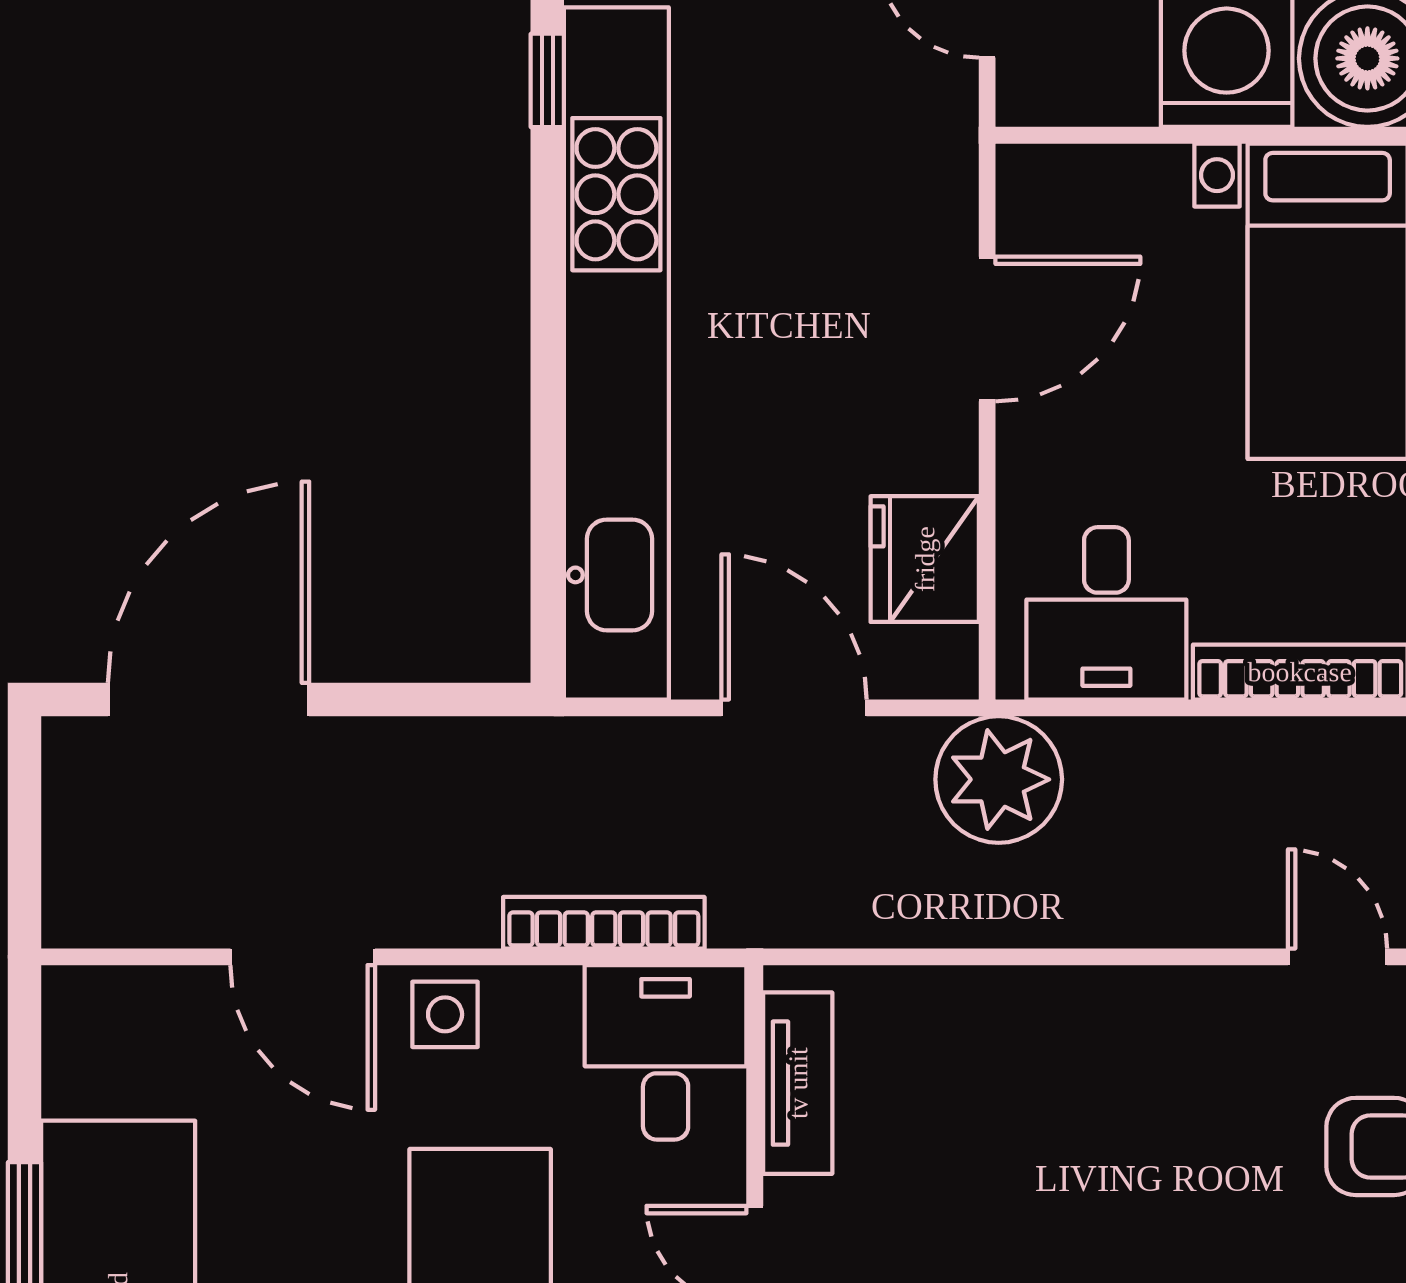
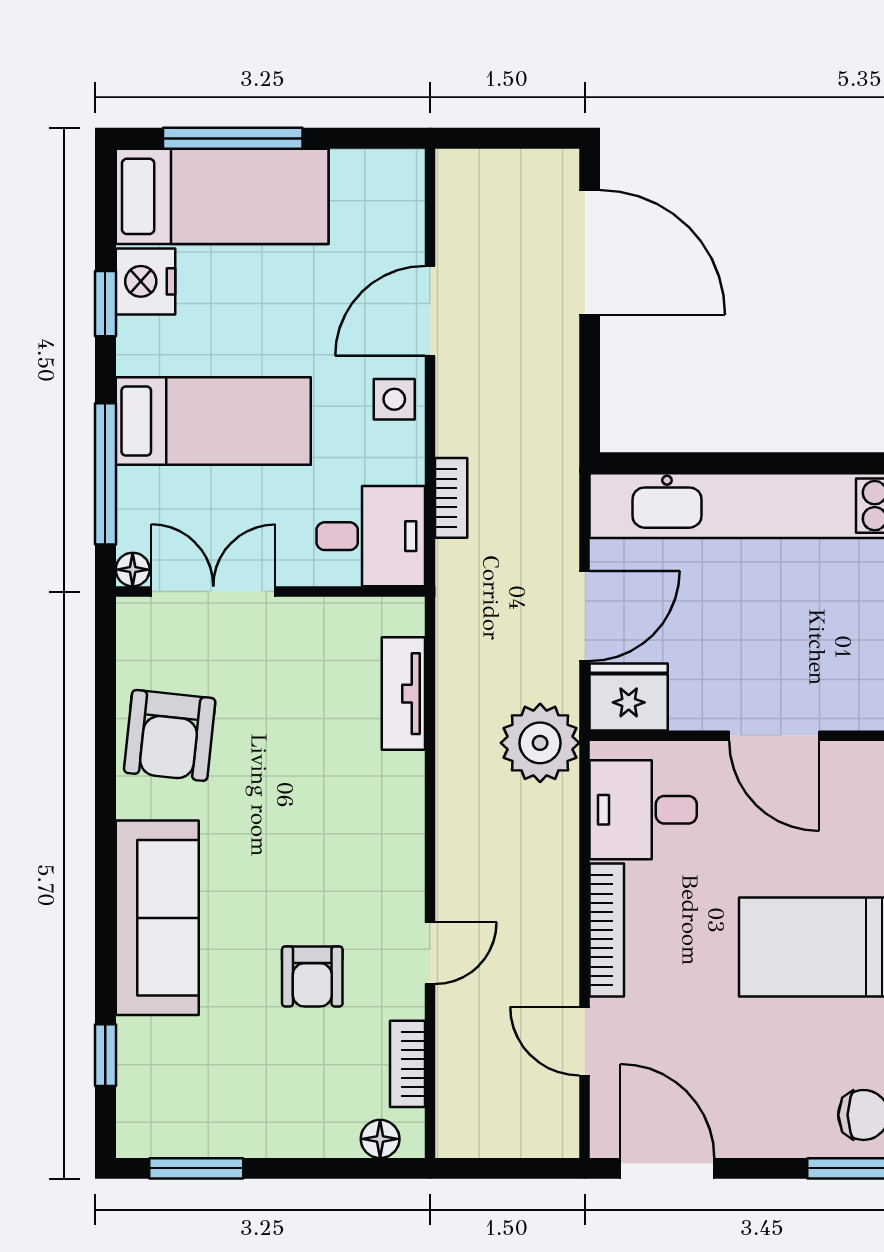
door: (987, 329) -> (774, 736), moved
fridge: (925, 559) -> (629, 697), moved
bookcase: (604, 923) -> (451, 498), width x0.64
tv unit: (798, 1083) -> (403, 694), moved, turned 90

